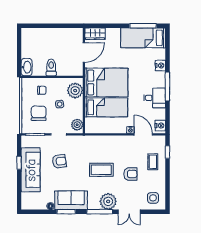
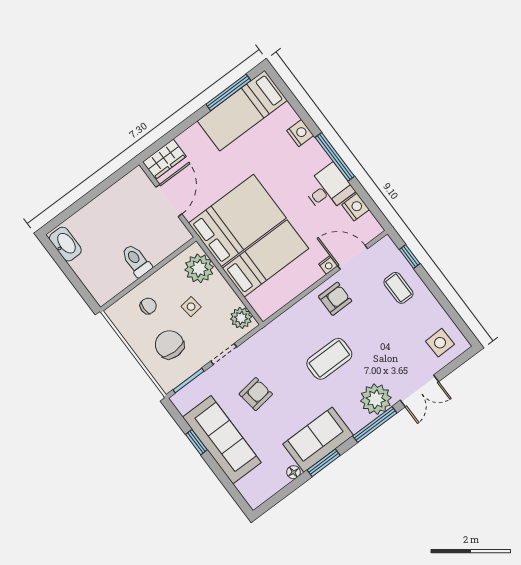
washbasin: (27, 67) -> (65, 244), moved
nightstand: (160, 126) -> (356, 207), moved
armchair: (130, 174) -> (335, 299), moved

